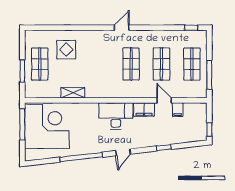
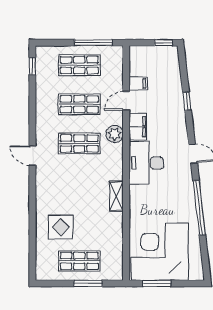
plant: (138, 91) -> (115, 134), added
shelving: (73, 93) -> (116, 196), moved
window: (22, 124) -> (157, 283), width x0.69

